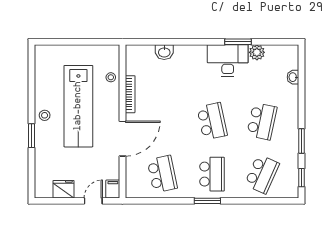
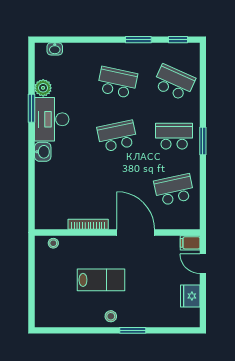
washbasin: (164, 52) -> (43, 152), moved
stool: (111, 77) -> (53, 243), moved
washbasin: (293, 77) -> (55, 49), moved
lab bench: (78, 106) -> (101, 280), width x0.54, depth x0.72

